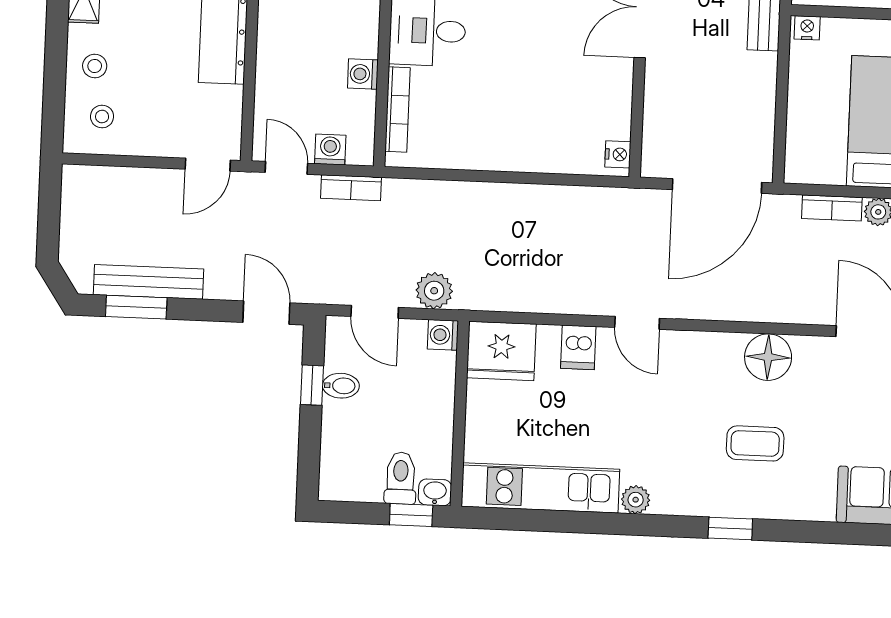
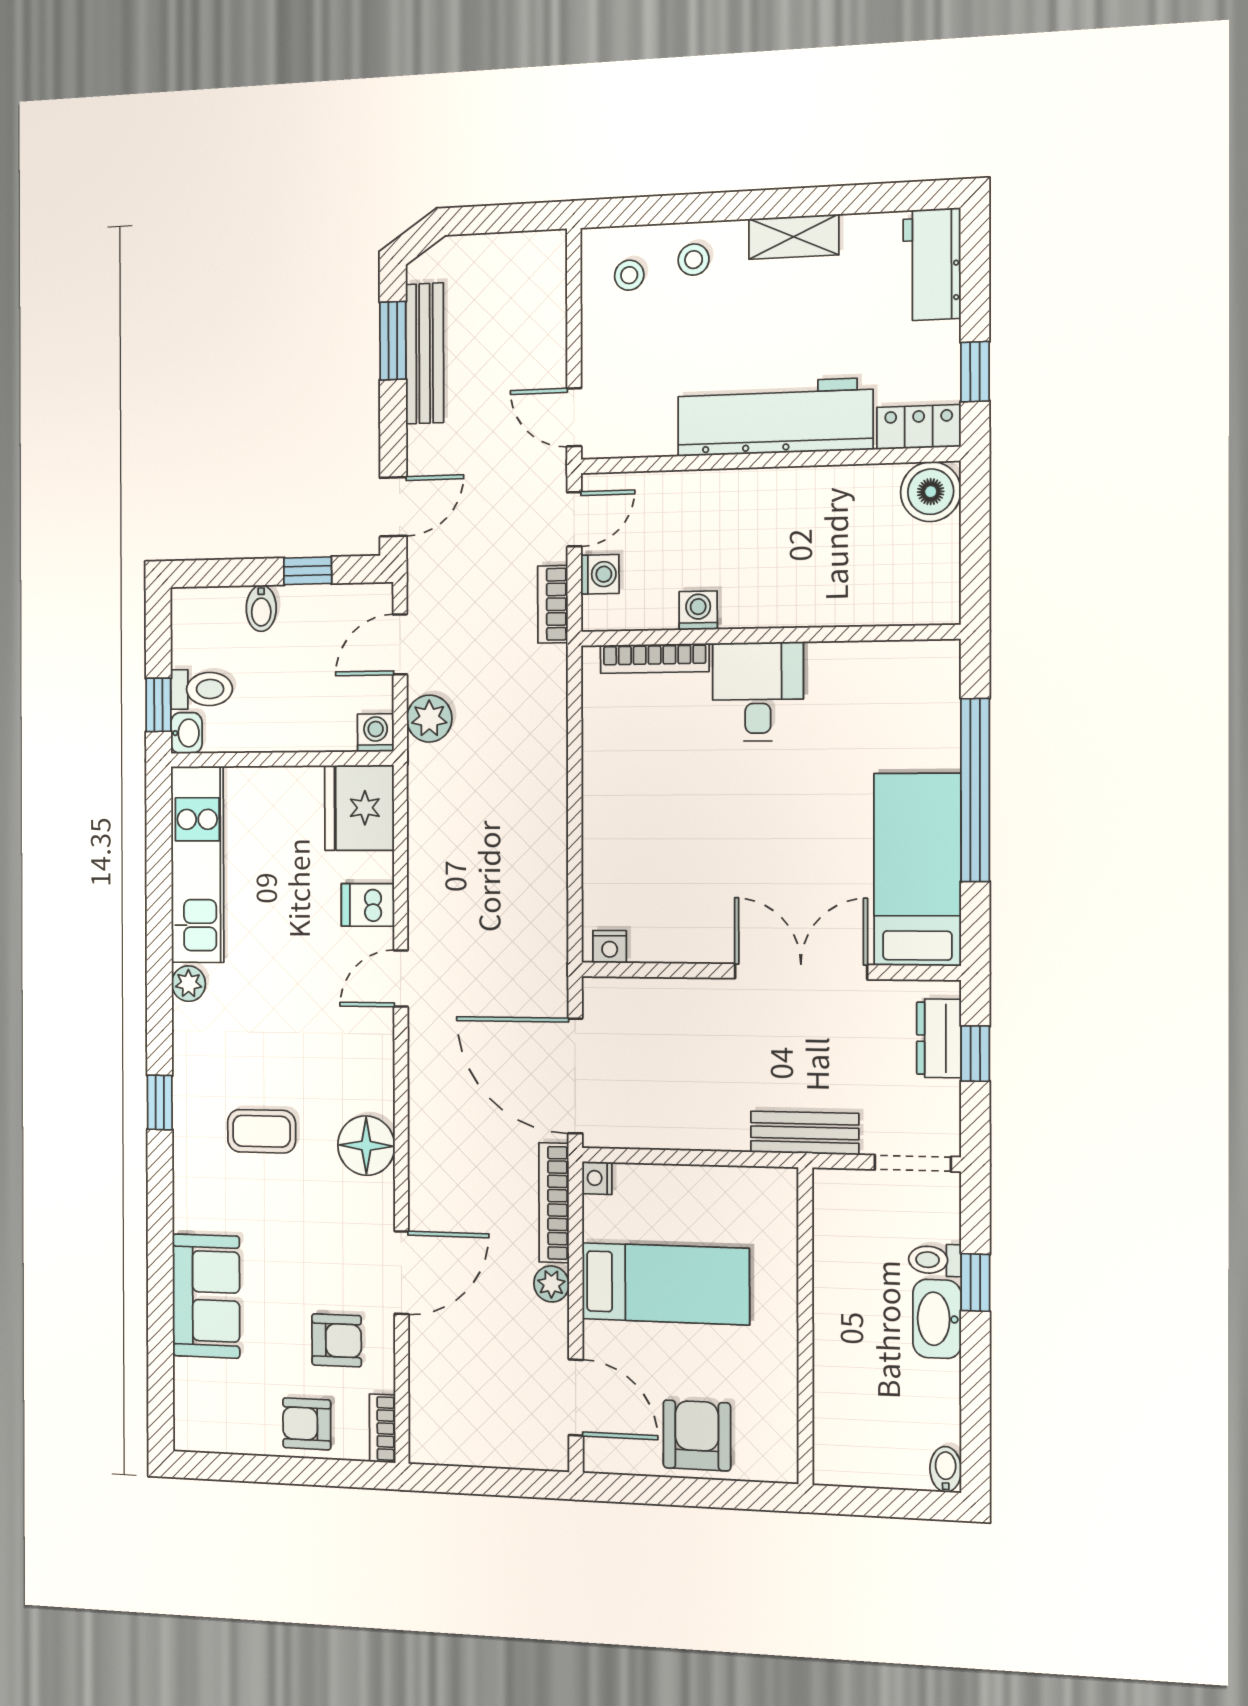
nightstand: (807, 28) -> (597, 1178), moved, turned 180
bookcase: (832, 208) -> (554, 1203), width x1.56
bidet: (341, 386) -> (261, 608), moved
coffee table: (755, 443) -> (262, 1131), turned 90

